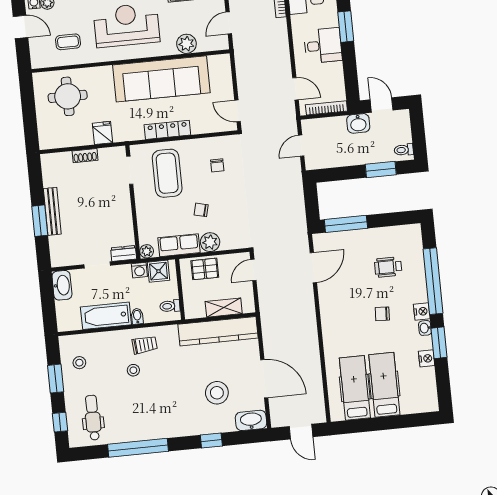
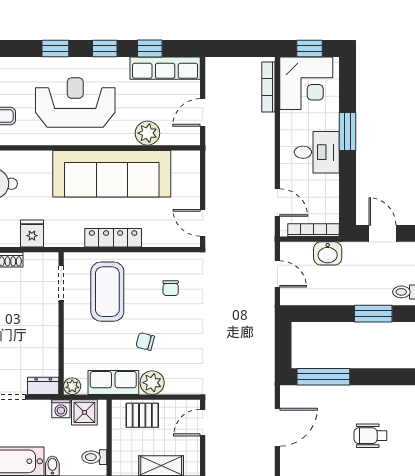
washbasin: (358, 123) -> (328, 253), moved
door: (301, 146) -> (277, 274), swing flipped

